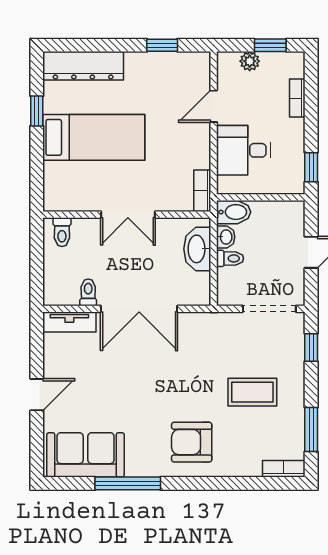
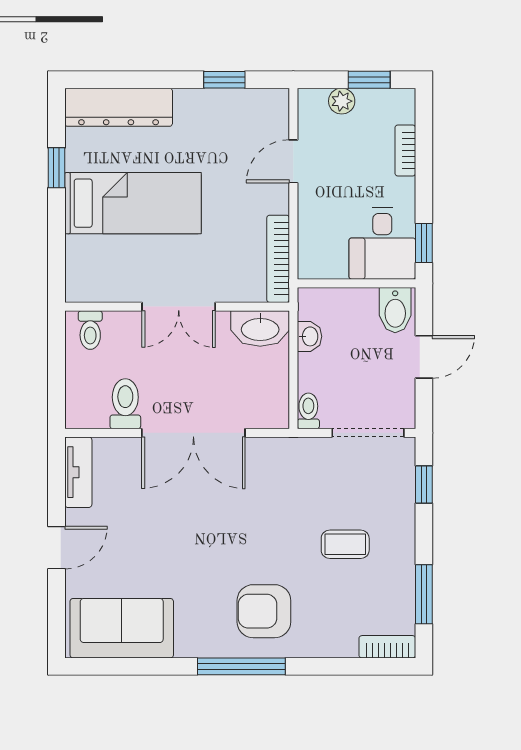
desk: (243, 150) -> (382, 244), moved, turned -90
bookcase: (202, 191) -> (278, 259), width x1.56
bidet: (234, 212) -> (395, 310), moved, turned 90
washbasin: (197, 249) -> (260, 328), moved, turned -90
toilet: (230, 258) -> (308, 411), moved, turned -90
toilet: (88, 292) -> (125, 404), width x1.37, depth x1.39
tv unit: (69, 322) -> (78, 472), moved, turned -90
coffee table: (252, 392) -> (345, 544), width x0.73, depth x0.77
window: (128, 483) -> (241, 666), moved

